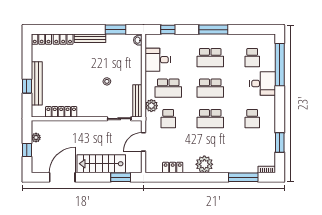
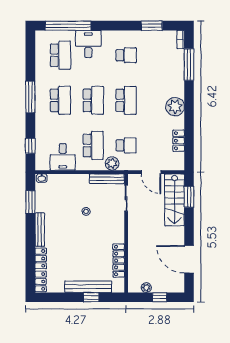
school desk: (252, 58) -> (60, 55), width x1.85
stairs: (101, 164) -> (175, 200), moved

